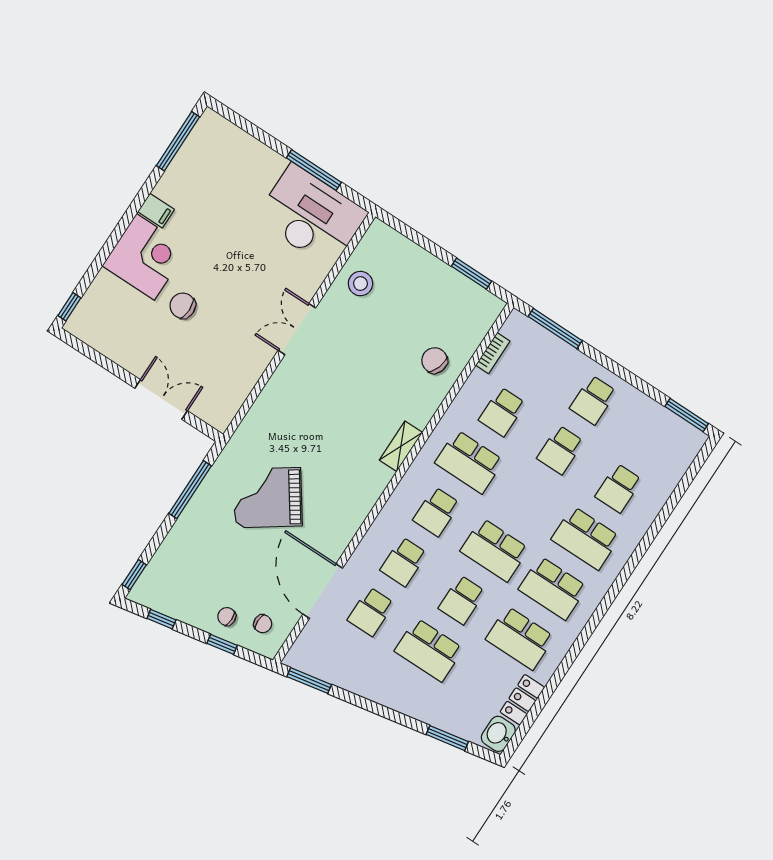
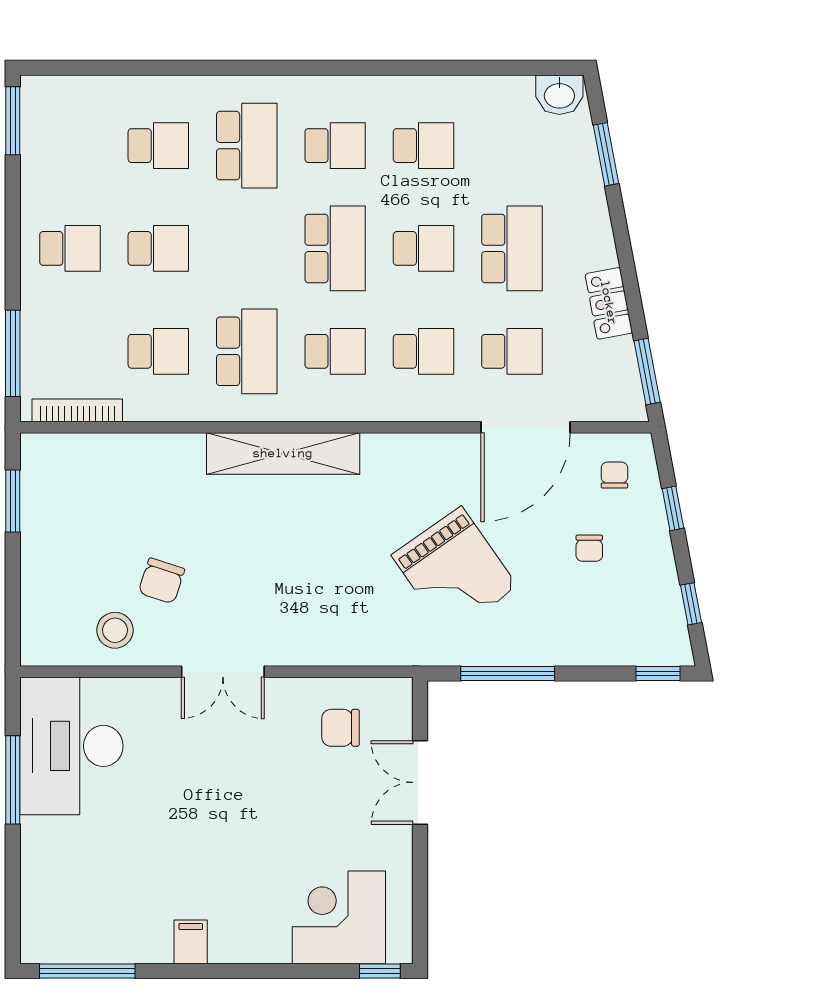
corner desk: (145, 257) -> (339, 917), moved
chair: (183, 306) -> (341, 728), moved, turned 90
bookcase: (493, 353) -> (77, 410), width x1.56
chair: (435, 360) -> (161, 581), moved
shelving: (401, 446) -> (283, 453), width x2.20, depth x1.33
school desk: (553, 588) -> (335, 146), width x0.54
chair: (227, 617) -> (589, 548), moved
school desk: (520, 638) -> (424, 146), width x0.54
locker: (522, 700) -> (609, 303), moved, turned 79

